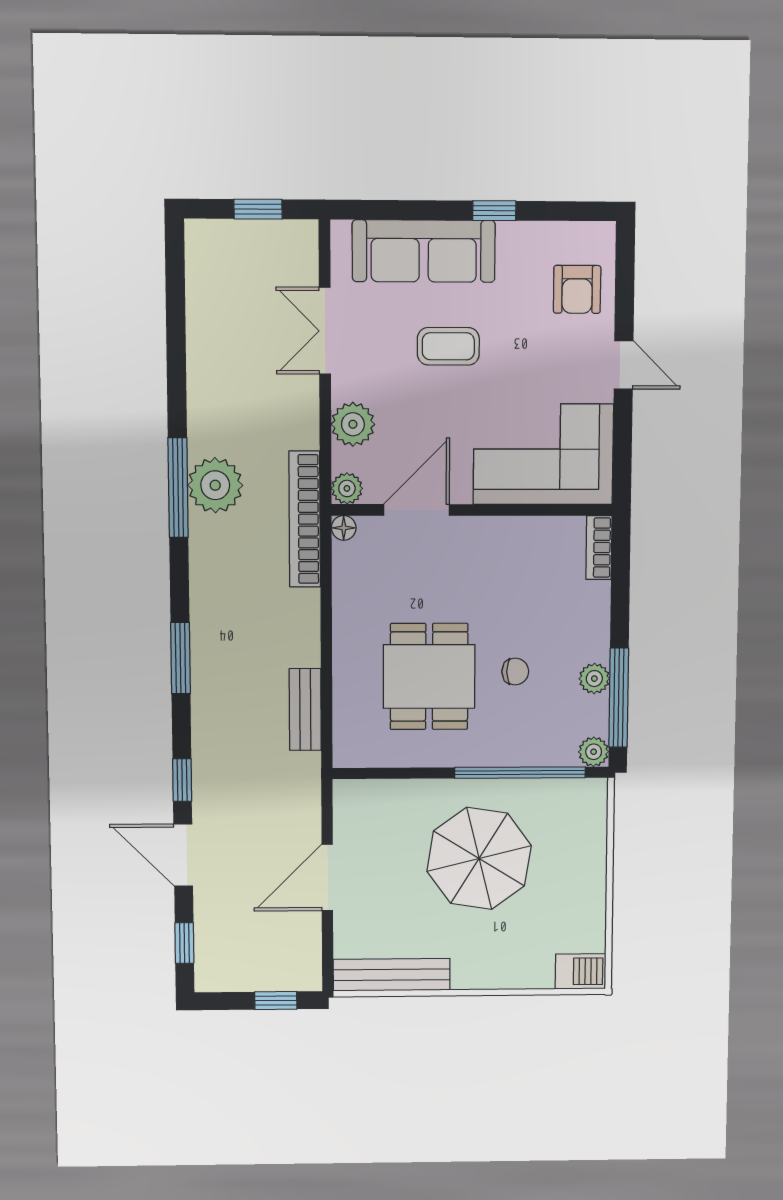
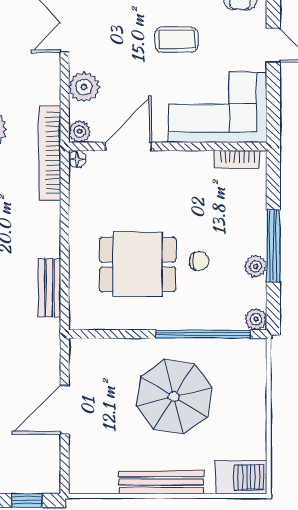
coffee table: (448, 346) -> (177, 40), moved
bookcase: (599, 548) -> (237, 159), moved, turned -90
dining table: (429, 677) -> (138, 265), turned 90
window: (619, 698) -> (273, 246), moved
barbecue: (580, 971) -> (241, 477), width x1.38, depth x1.27
bench: (392, 975) -> (161, 482), moved

